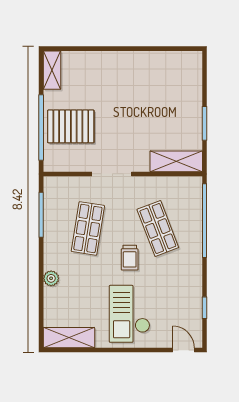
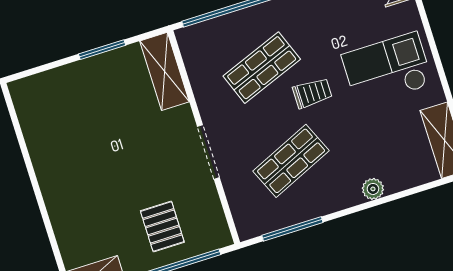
pallet: (71, 126) -> (162, 227), width x0.67, depth x0.71
shop shelf: (88, 228) -> (291, 161), turned -33
checkout: (130, 314) -> (387, 70), turned 180

